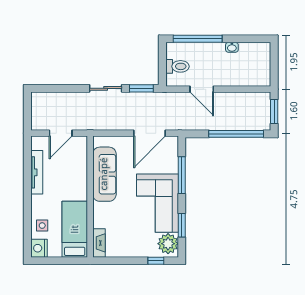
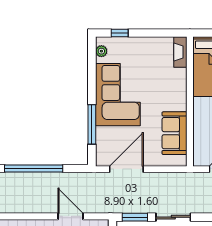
sofa: (104, 174) -> (174, 133), width x0.73
window: (182, 225) -> (92, 71), removed
plant: (168, 244) -> (101, 51), width x0.53, depth x0.53

